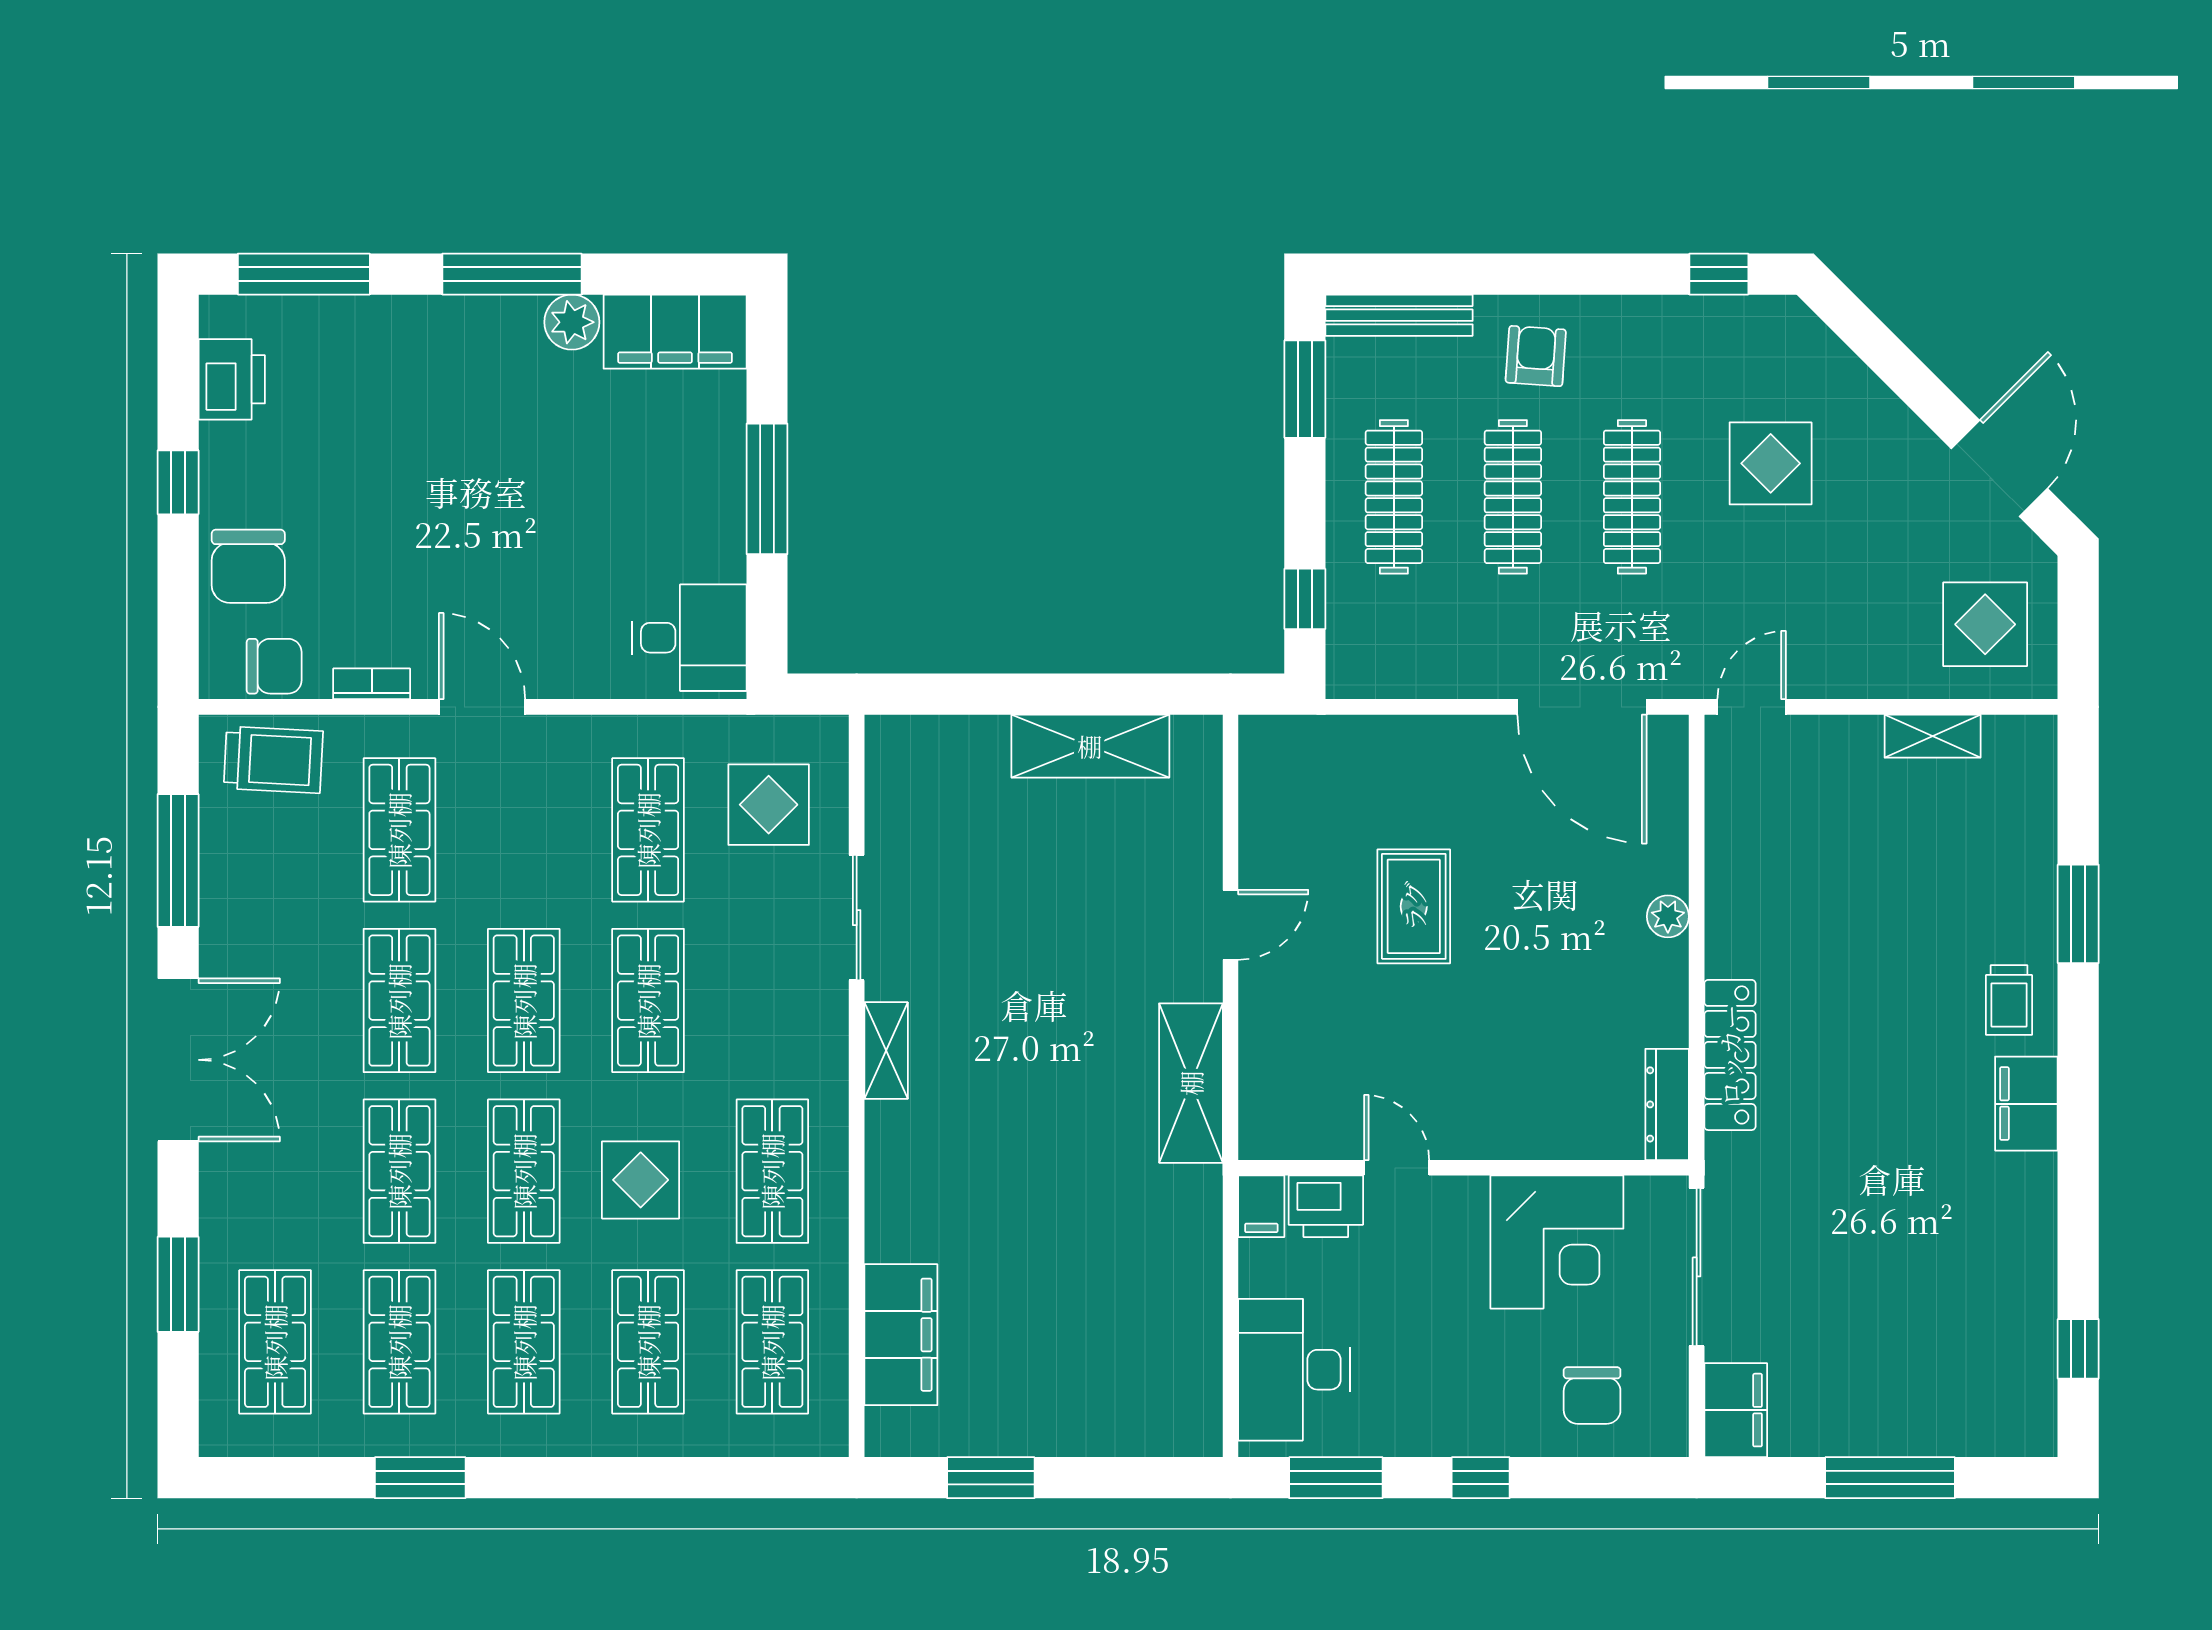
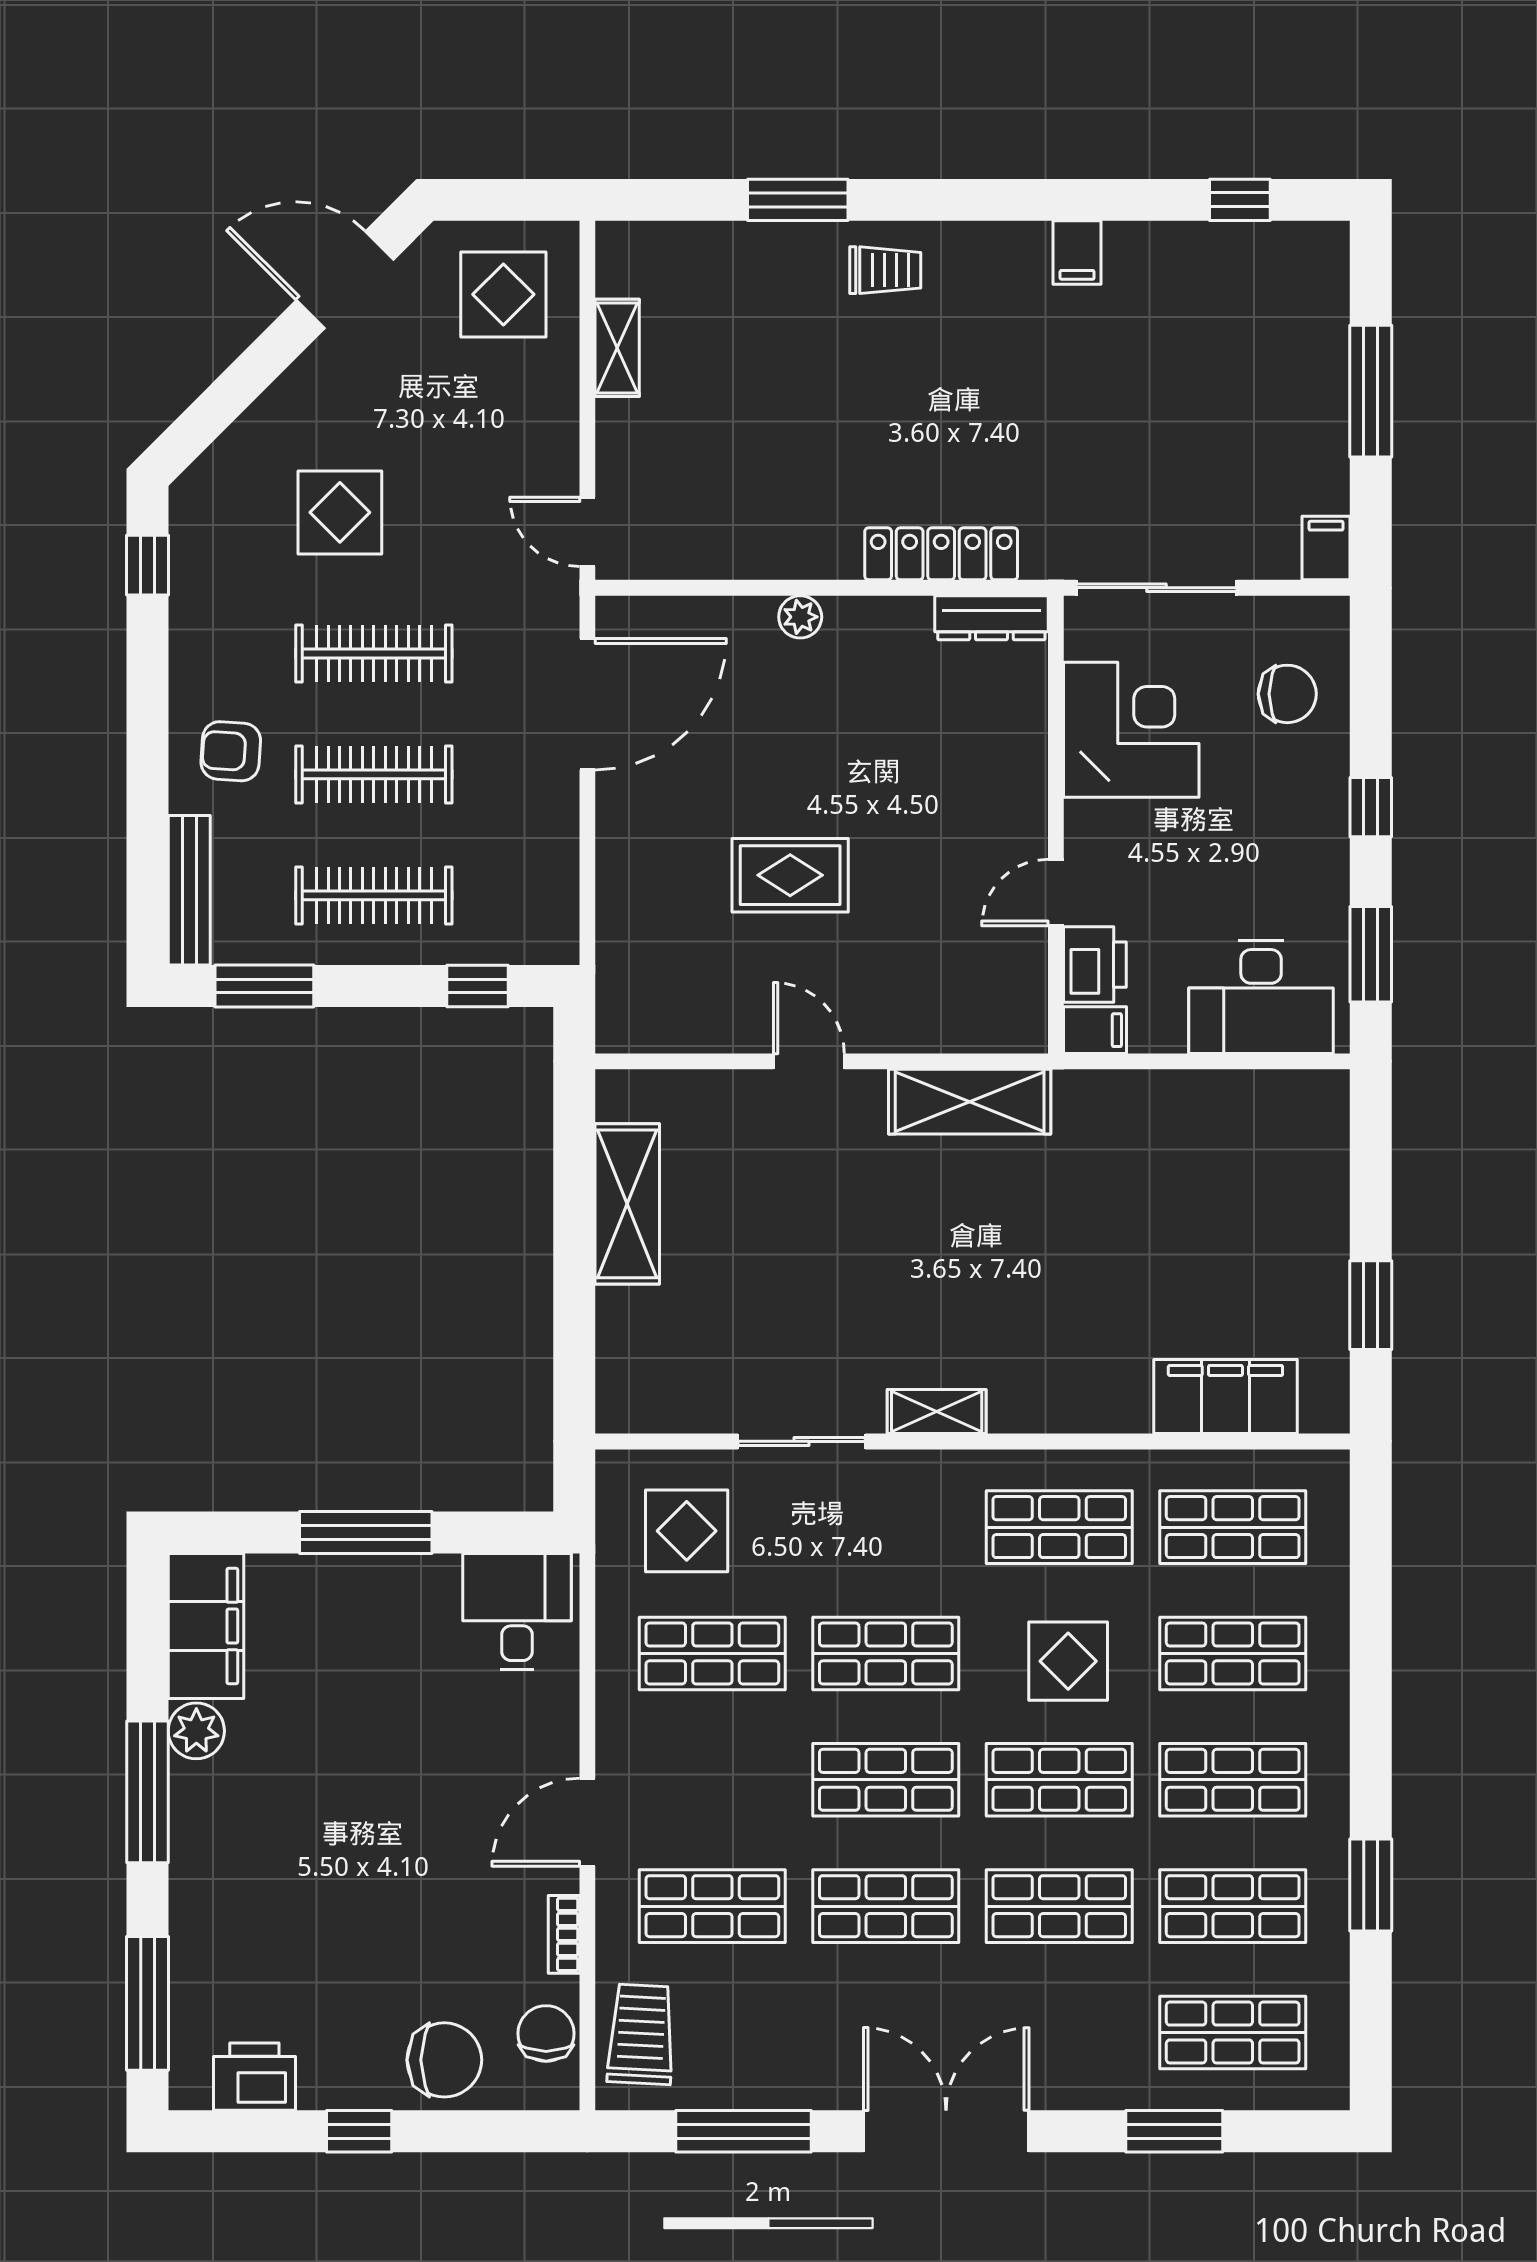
filing cabinet: (2026, 1104) -> (1077, 253), moved, width x0.50
filing cabinet: (1736, 1410) -> (1326, 548), width x0.50

